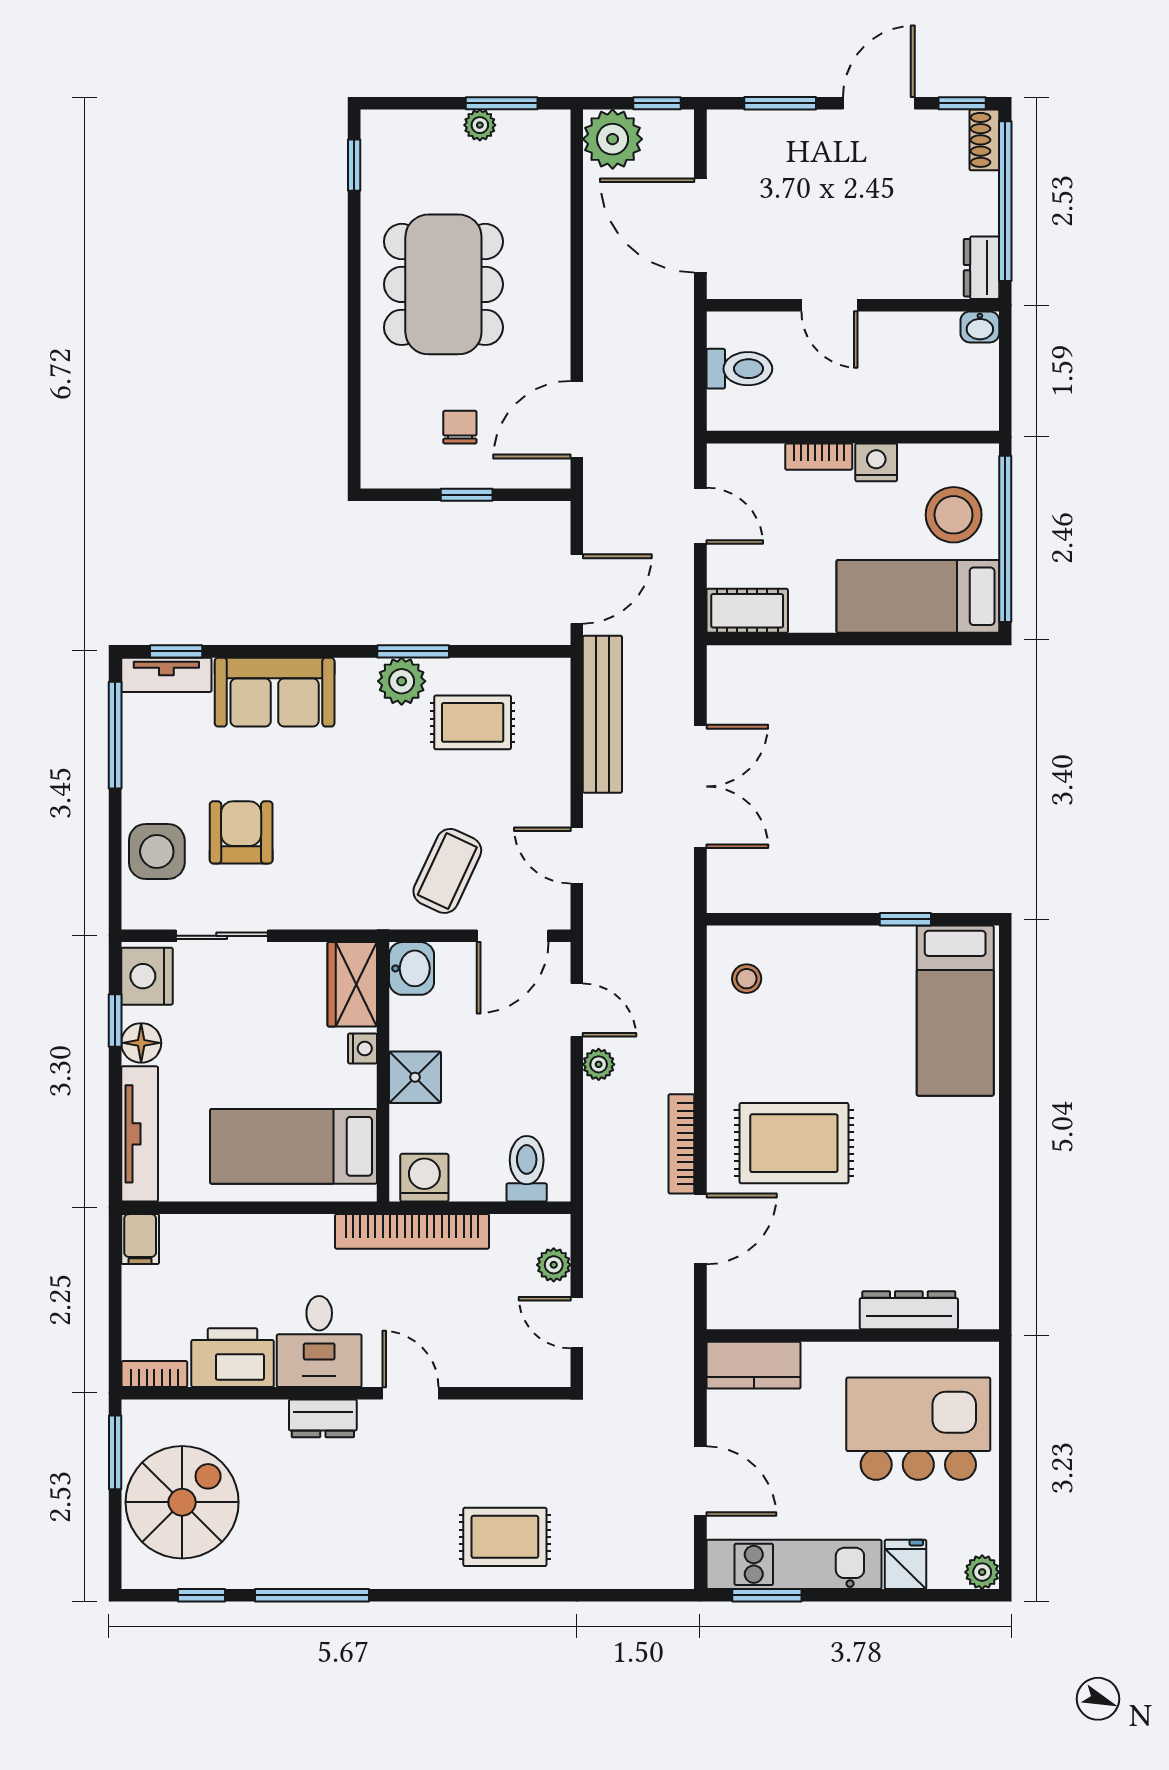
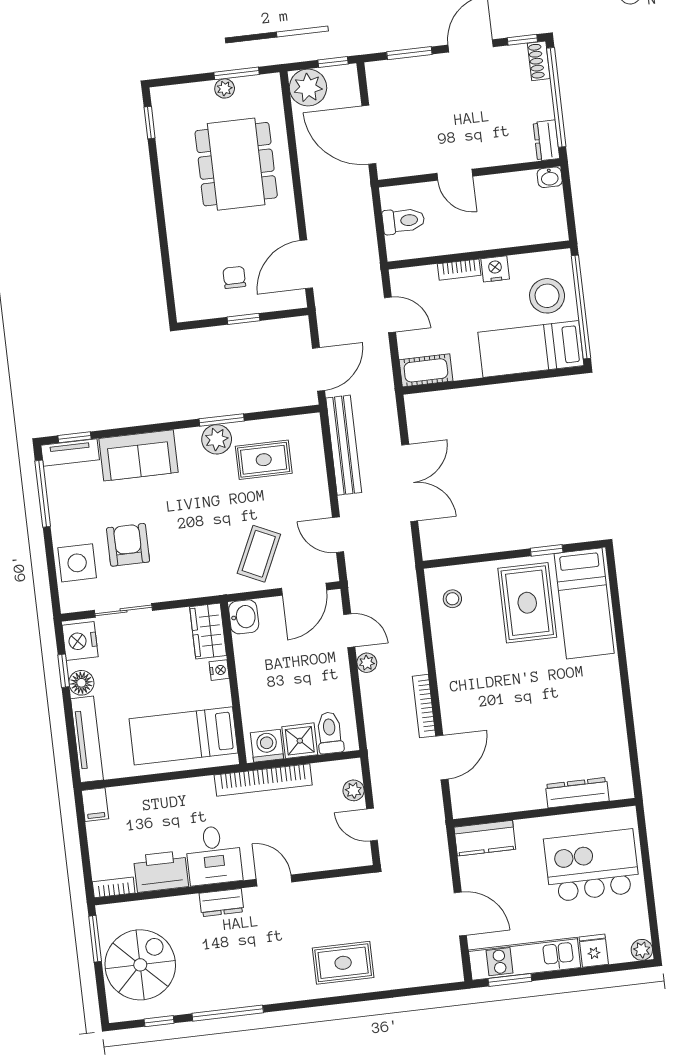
dining table: (443, 284) -> (236, 164), moved
shower: (415, 1077) -> (300, 741), moved
rug: (794, 1143) -> (527, 603), moved, turned 90

